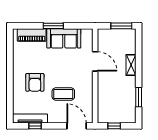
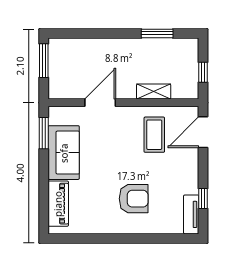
window: (53, 26) -> (44, 133), moved
shelving: (131, 65) -> (154, 91), moved
coffee table: (63, 94) -> (154, 135), moved
tv unit: (30, 119) -> (191, 214), width x0.71

